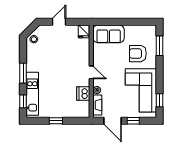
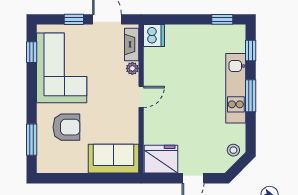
fridge: (84, 31) -> (161, 159), width x1.88, depth x1.34
door: (91, 72) -> (141, 97), swing flipped
dishwasher: (83, 93) -> (154, 35), moved
kitchen unit: (32, 94) -> (236, 88), moved
window: (56, 121) -> (222, 19), moved

